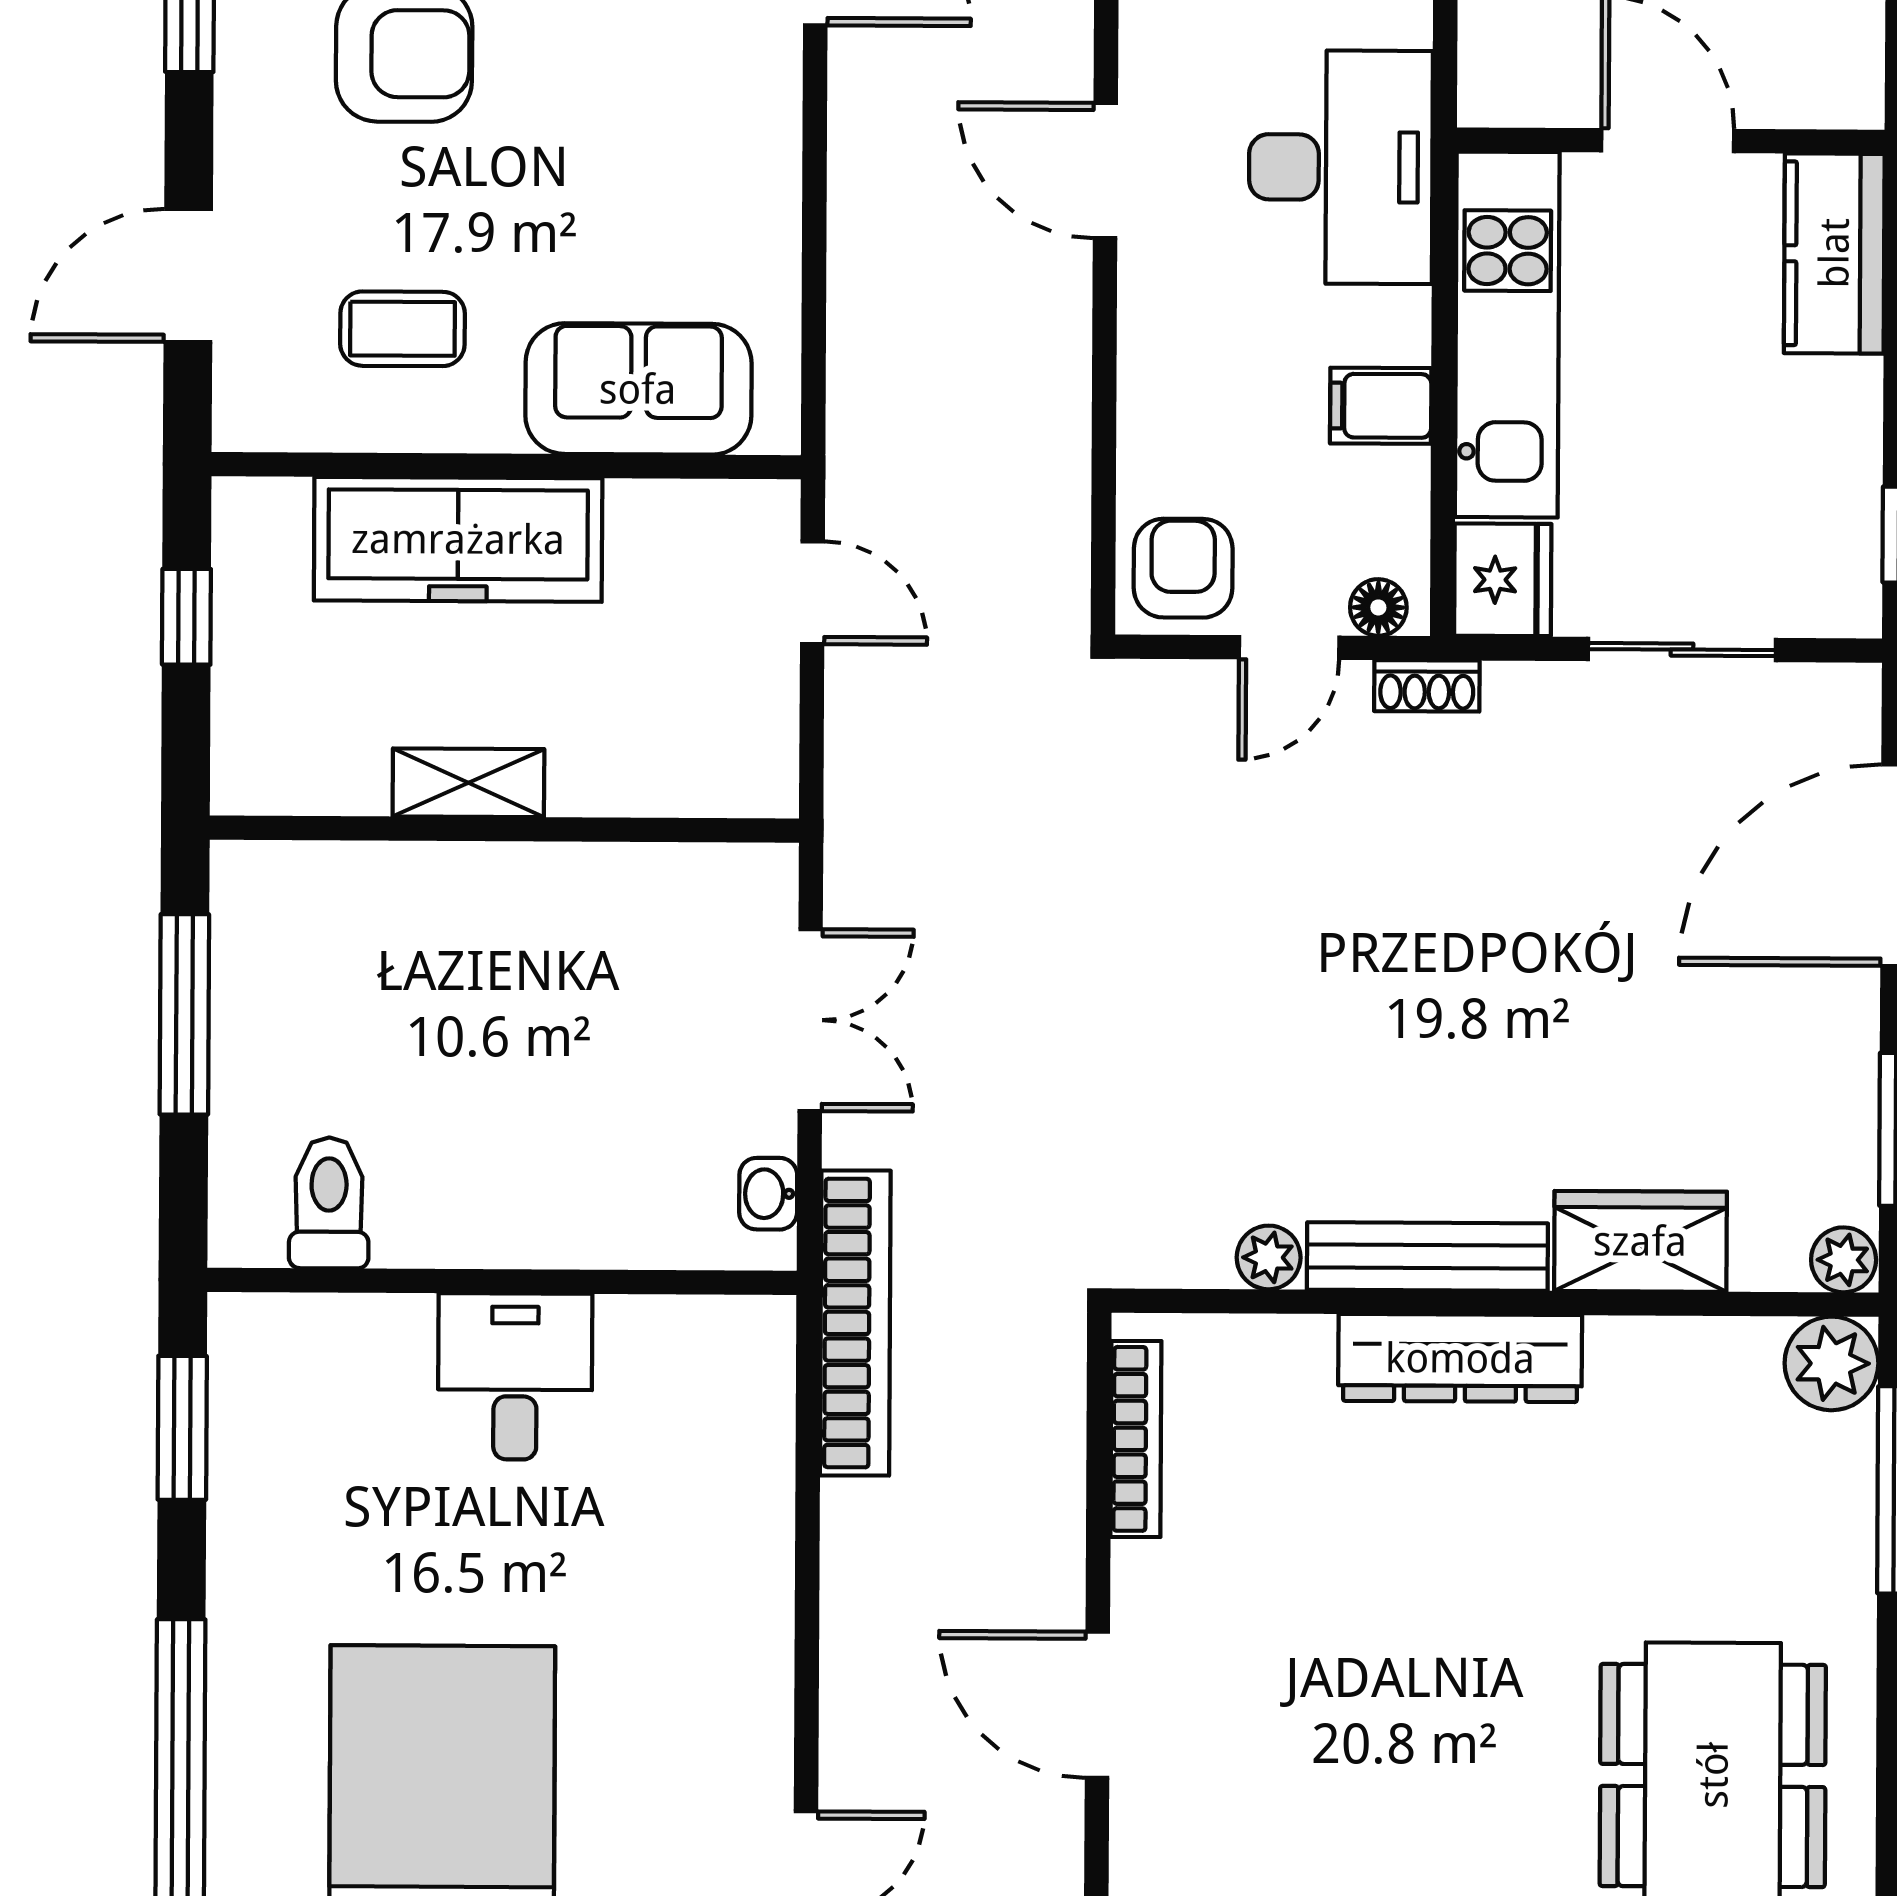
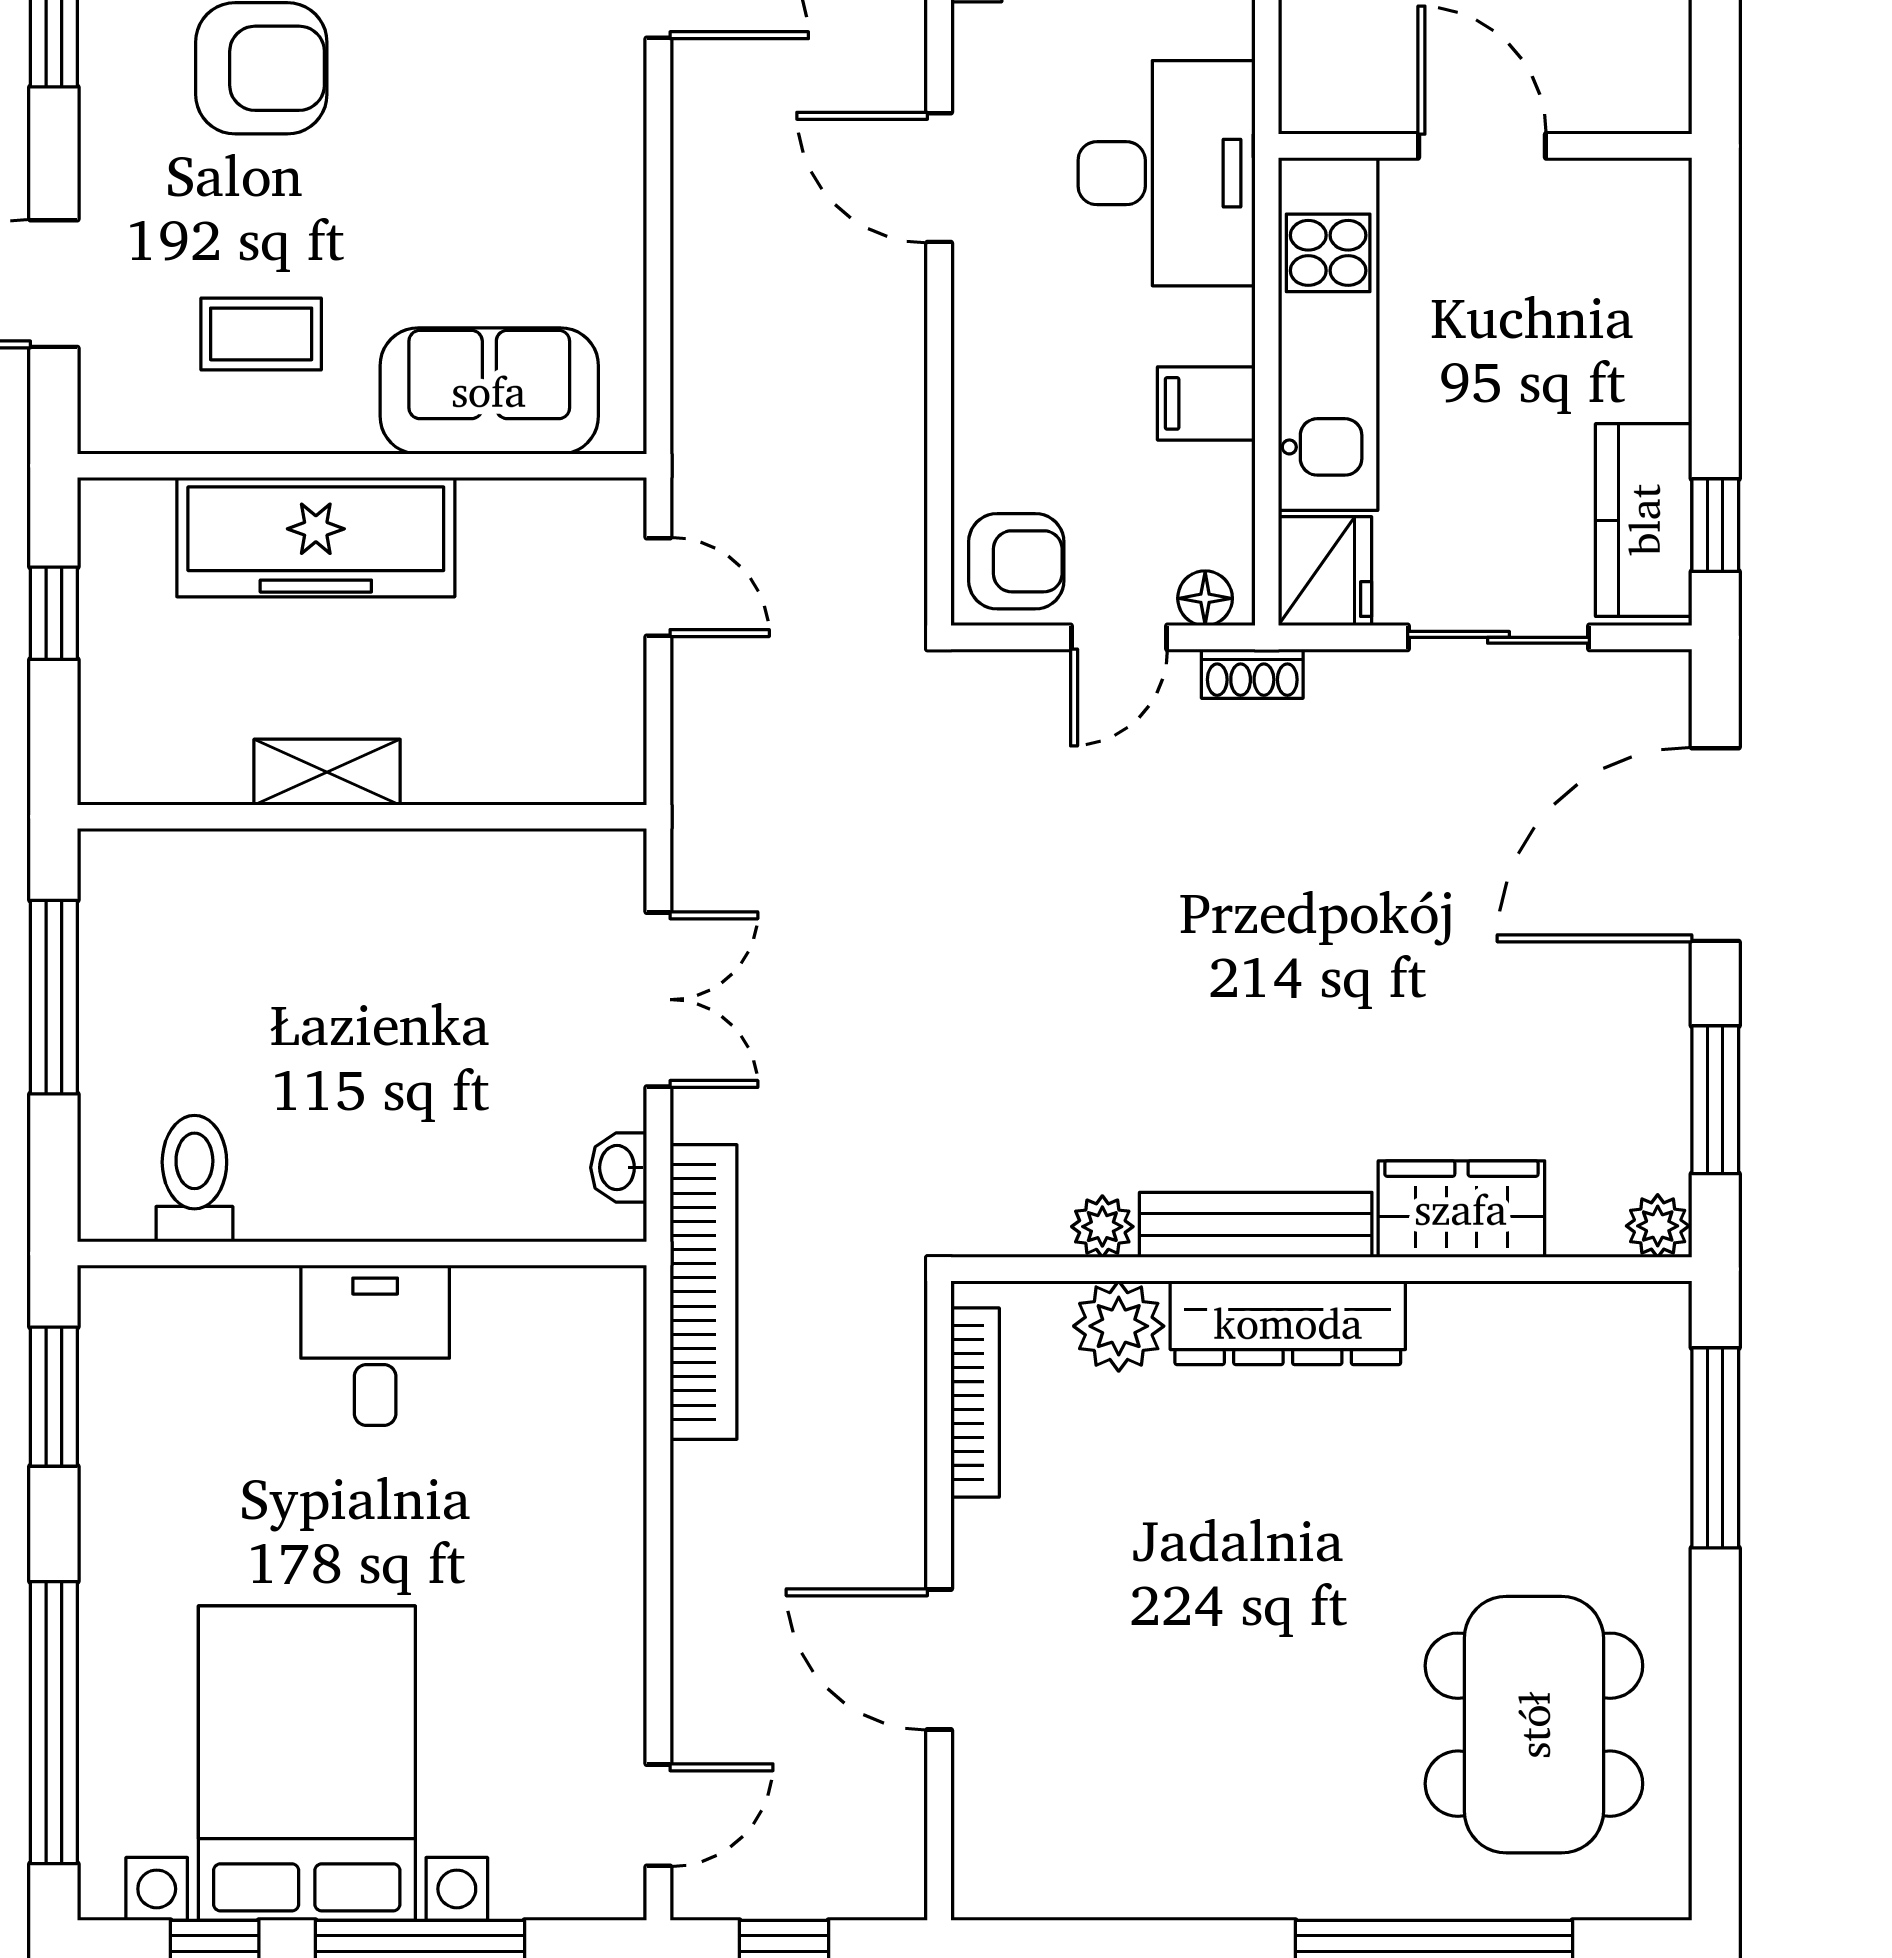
kitchen counter: (1834, 253) -> (1644, 520), moved
armchair: (1183, 568) -> (1016, 561), turned 90
plant: (1831, 1363) -> (1119, 1326), moved

